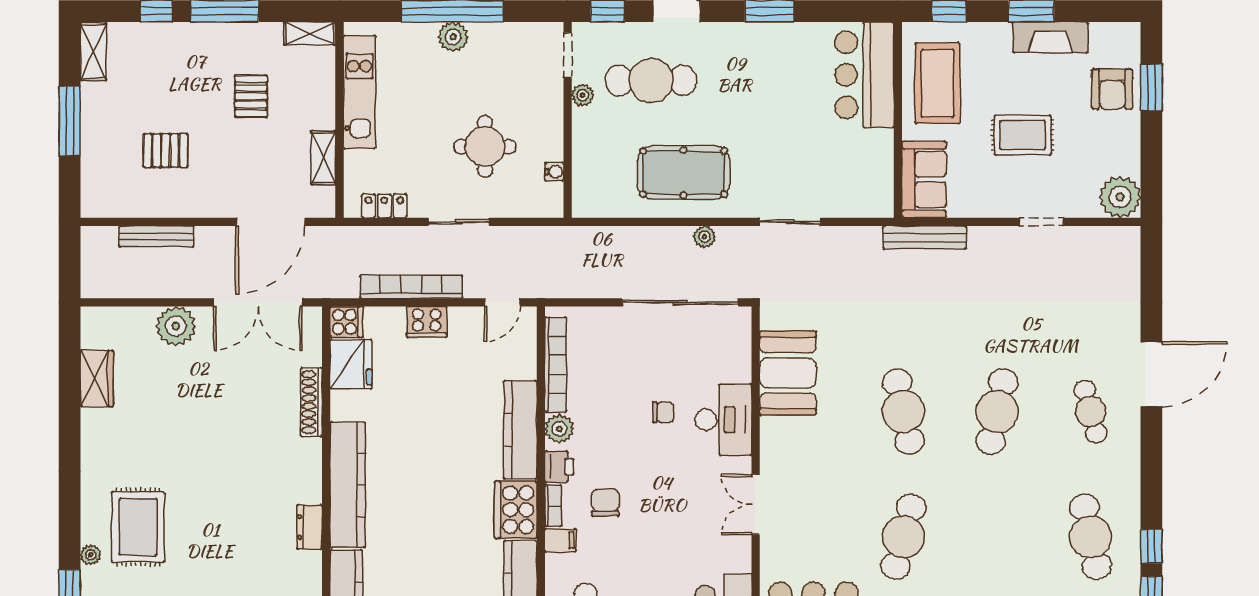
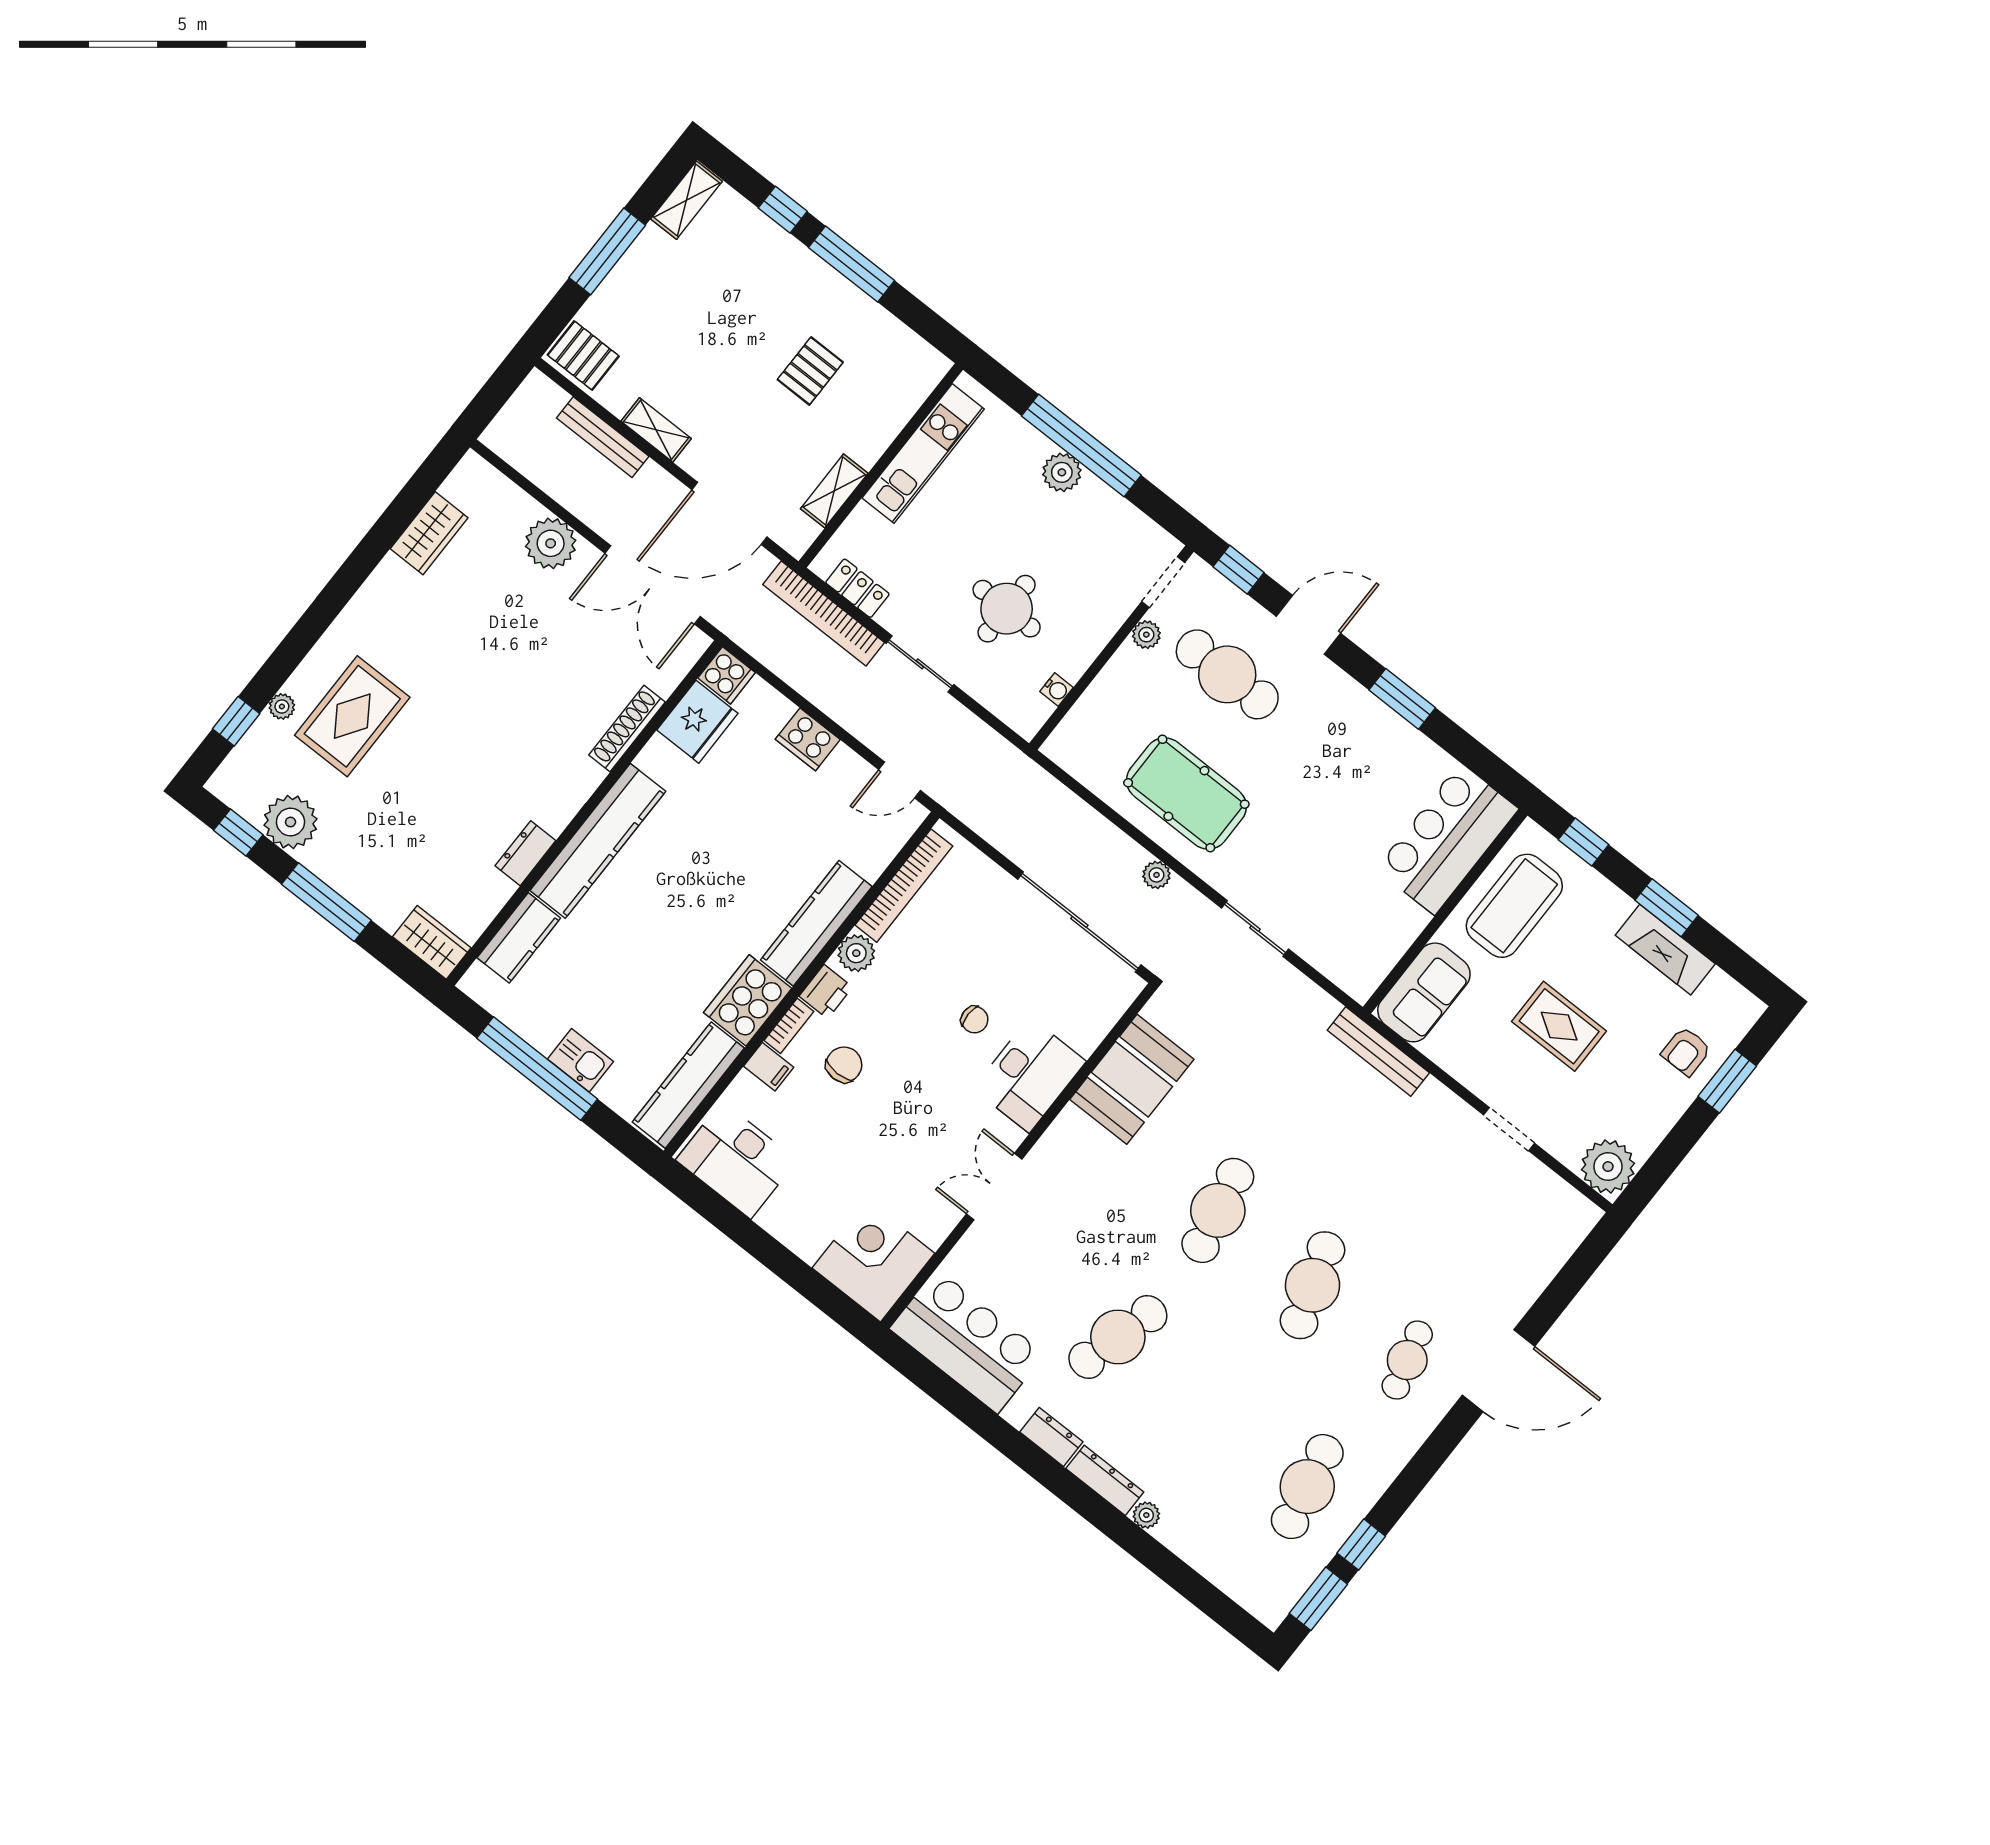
shelving: (310, 33) -> (656, 430), moved
armchair: (1112, 89) -> (1686, 1051), width x0.72, depth x0.72
pallet: (166, 150) -> (583, 356), moved
bookcase: (411, 287) -> (824, 613), moved, turned 180
cafe table: (997, 412) -> (1313, 1285), turned -30

